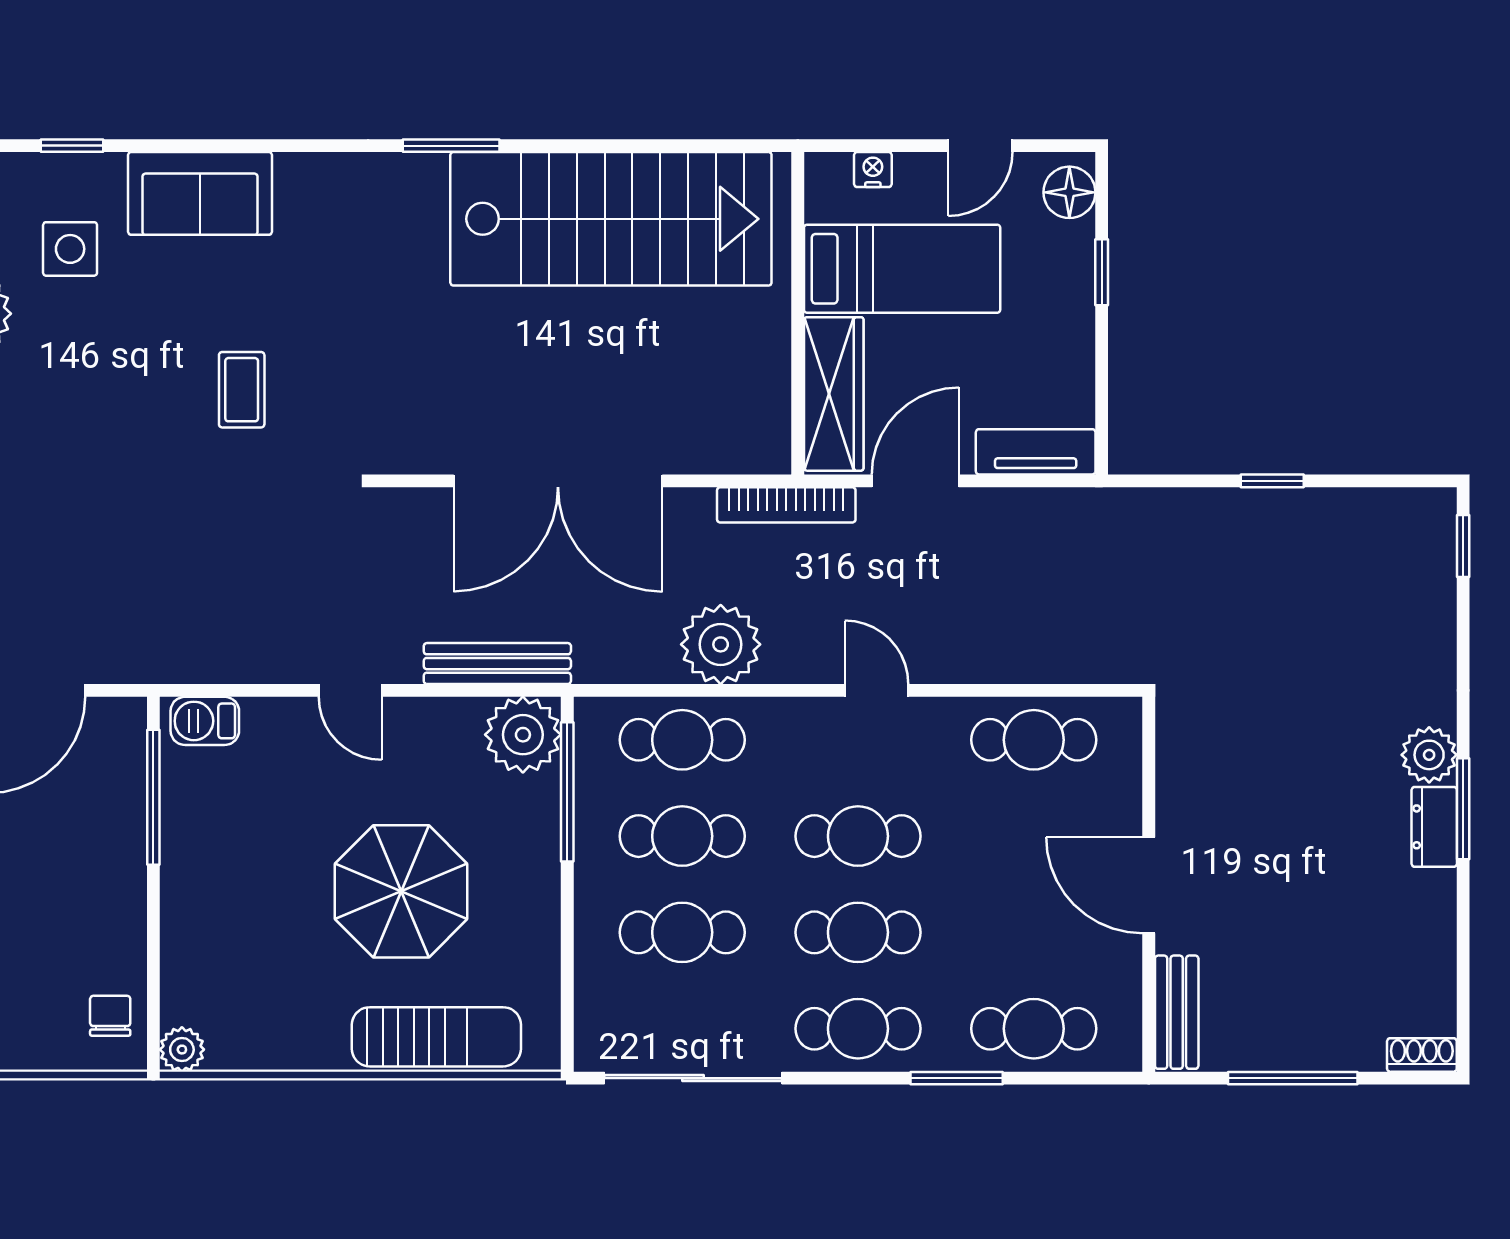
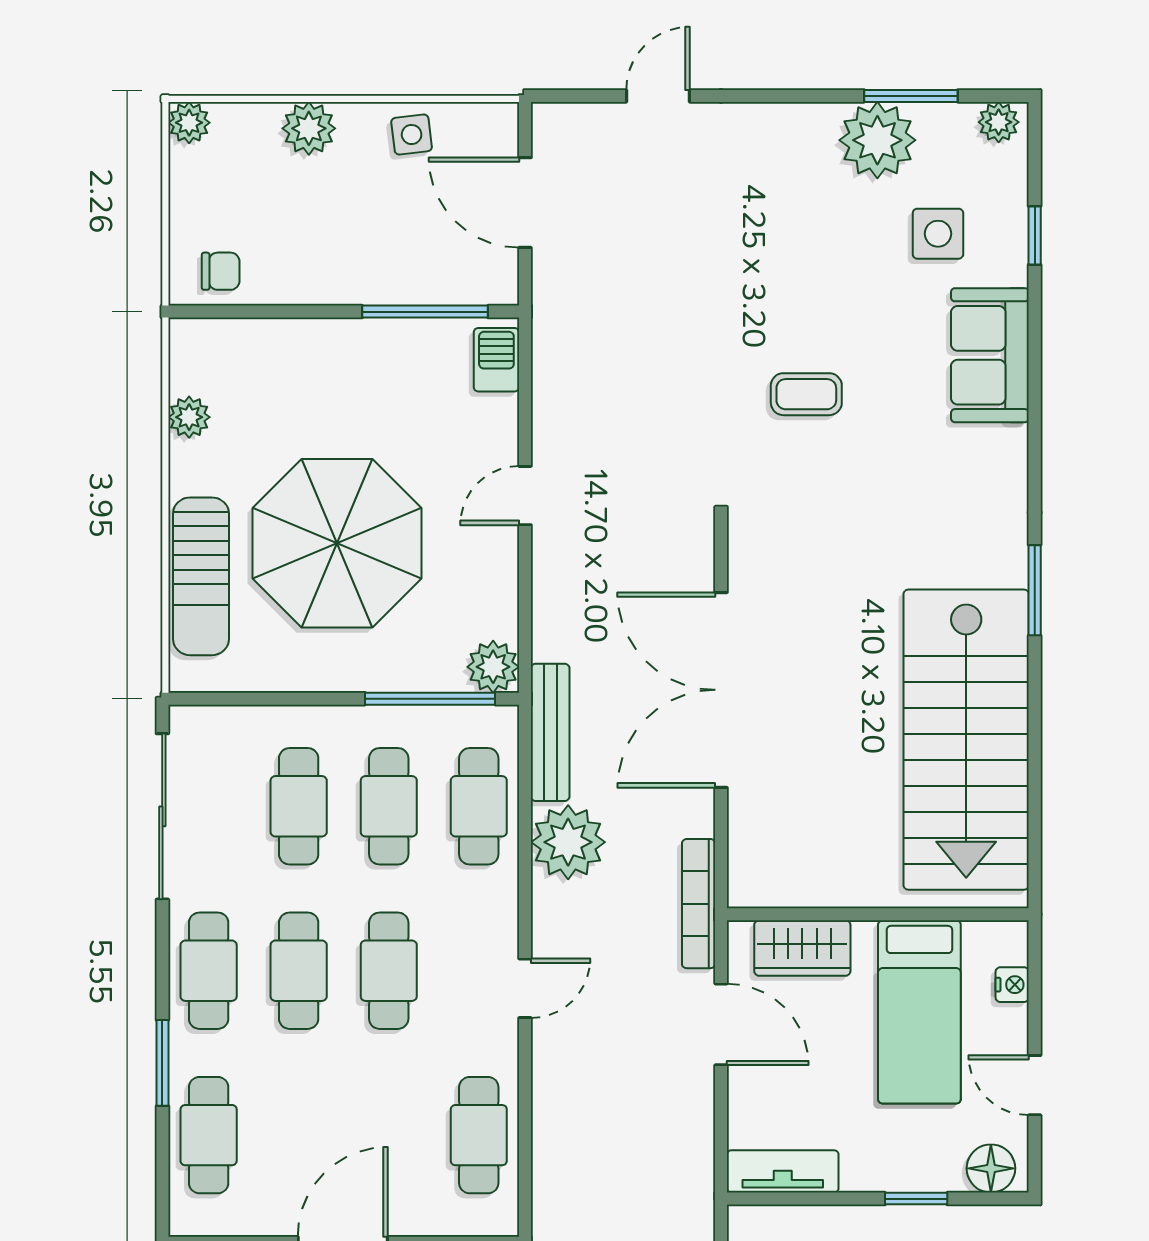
wardrobe: (834, 394) -> (802, 948), width x0.67
tv unit: (1036, 452) -> (783, 1171), moved, turned -90
bench: (497, 664) -> (550, 732), moved
plant: (523, 735) -> (493, 667), width x0.73, depth x0.73
parasol: (401, 891) -> (337, 543), width x1.36, depth x1.36
plant: (182, 1050) -> (189, 417), moved

